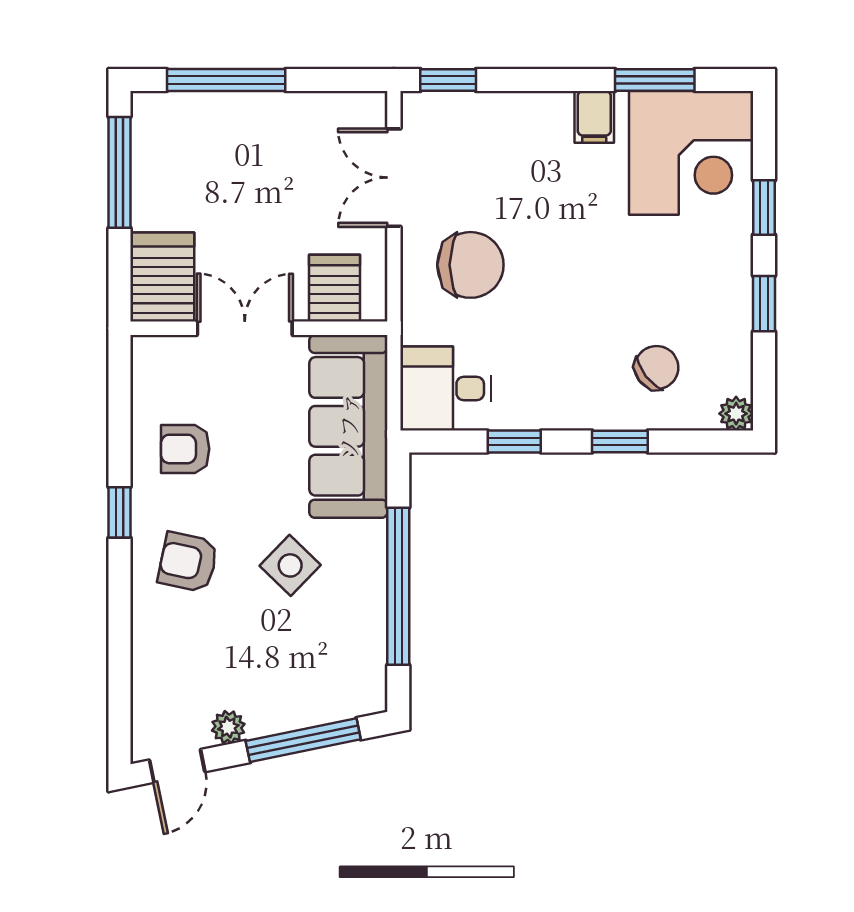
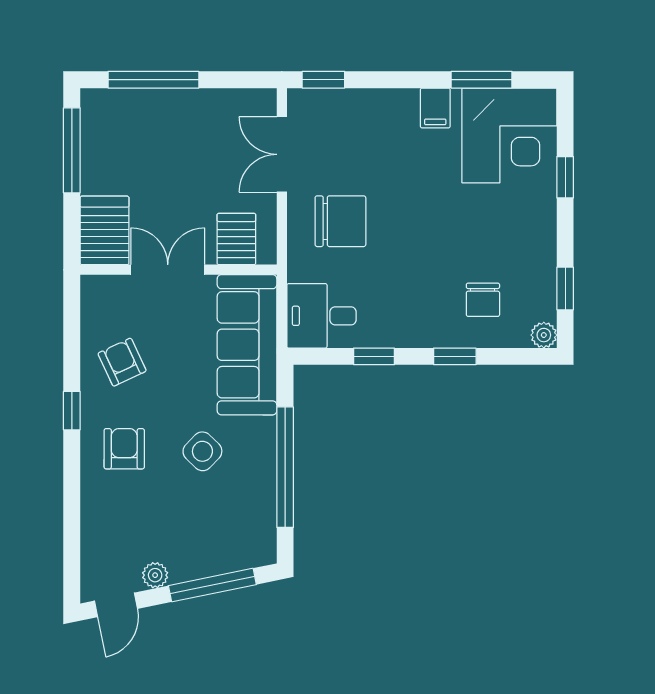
window: (764, 304) -> (565, 289), moved
chair: (657, 368) -> (483, 300), turned 128
armchair: (185, 449) -> (122, 362), turned 65
armchair: (188, 562) -> (124, 449), turned 78

